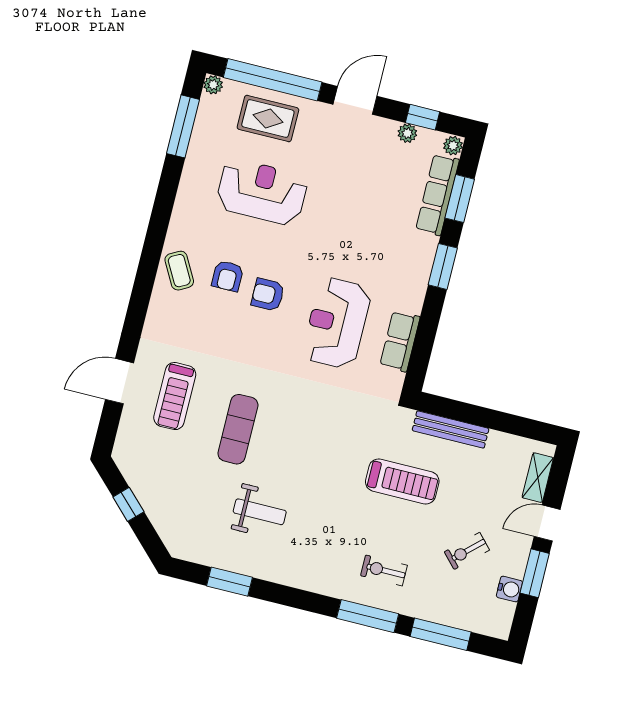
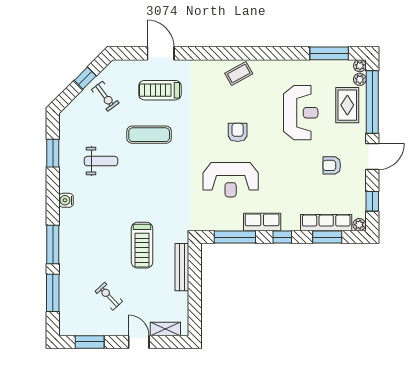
door: (355, 100) -> (372, 157), hinge flipped
plant: (407, 133) -> (360, 79), moved
window: (443, 266) -> (282, 237), width x0.67
armchair: (228, 276) -> (332, 165), moved
reception desk: (337, 323) -> (231, 180), turned 180
window: (425, 338) -> (235, 237), added
row of seats: (400, 341) -> (262, 222), moved
weight bench: (260, 512) -> (101, 161), turned -90
exercise bike: (384, 570) -> (105, 96), moved, turned 143
window: (535, 573) -> (90, 342), moved
water cooler: (509, 589) -> (66, 200), moved, turned 90

